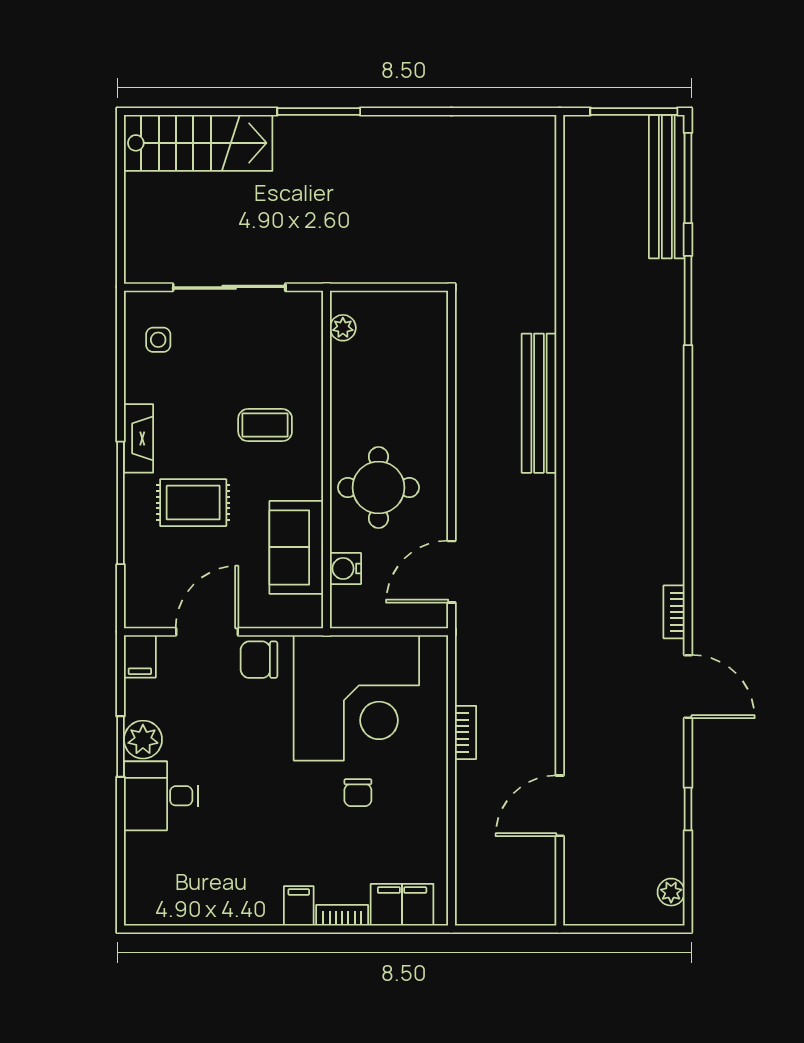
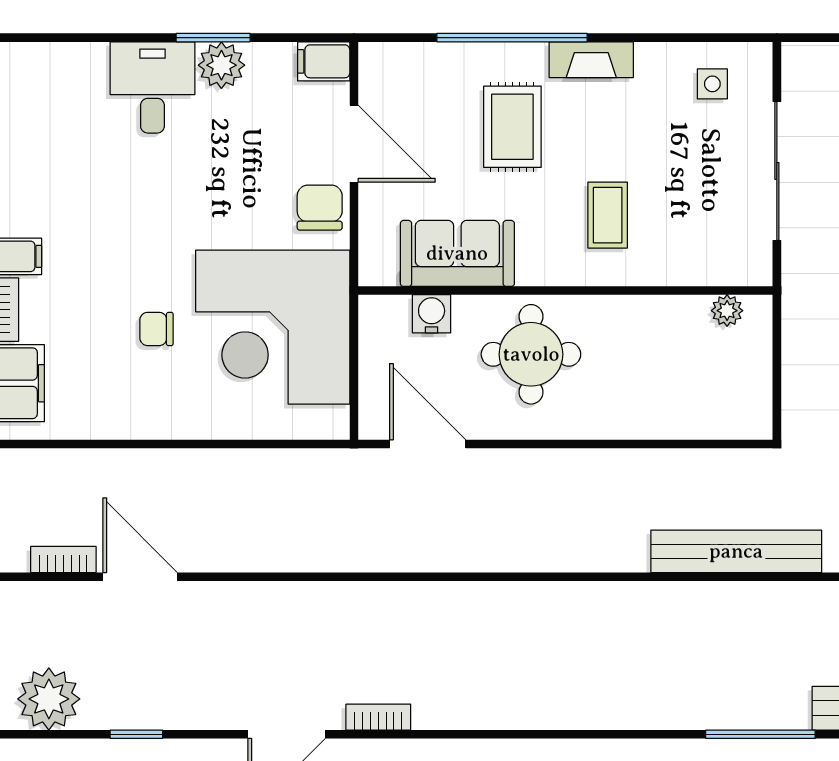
bench: (539, 403) -> (736, 551), moved
bookcase: (466, 732) -> (63, 559), moved, turned 180
plant: (671, 892) -> (49, 699), width x1.88, depth x1.88

